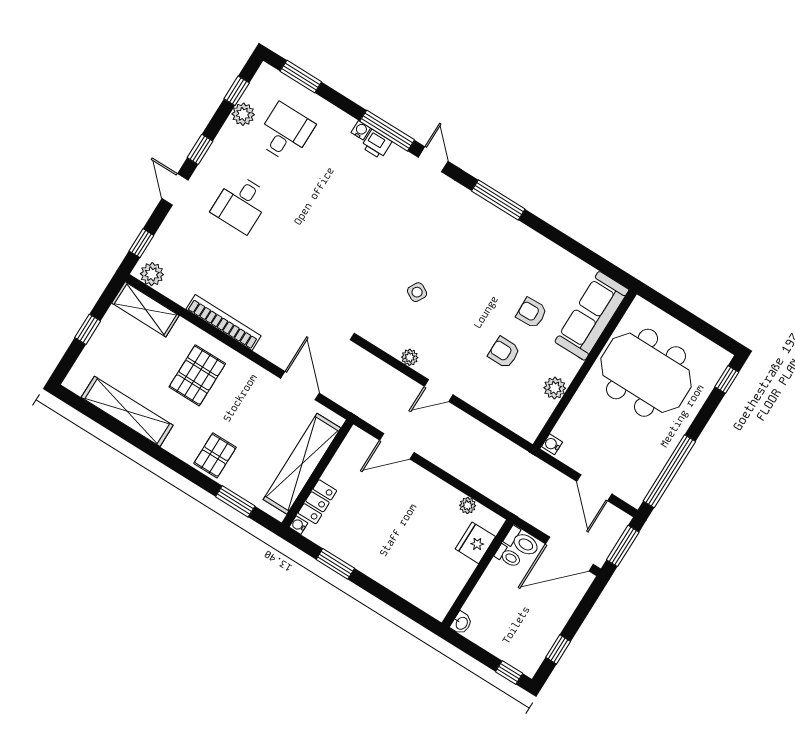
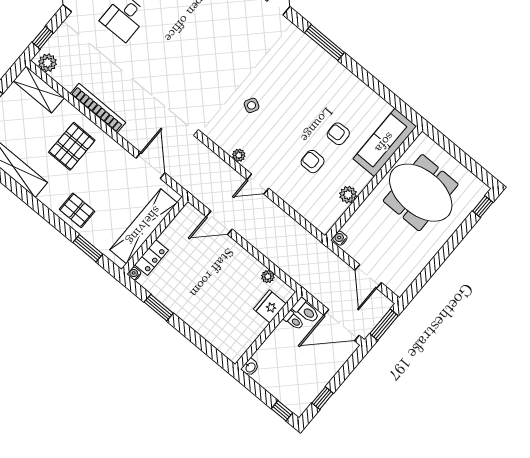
pallet: (215, 455) -> (77, 210), turned 90
window: (669, 471) -> (428, 272), removed

